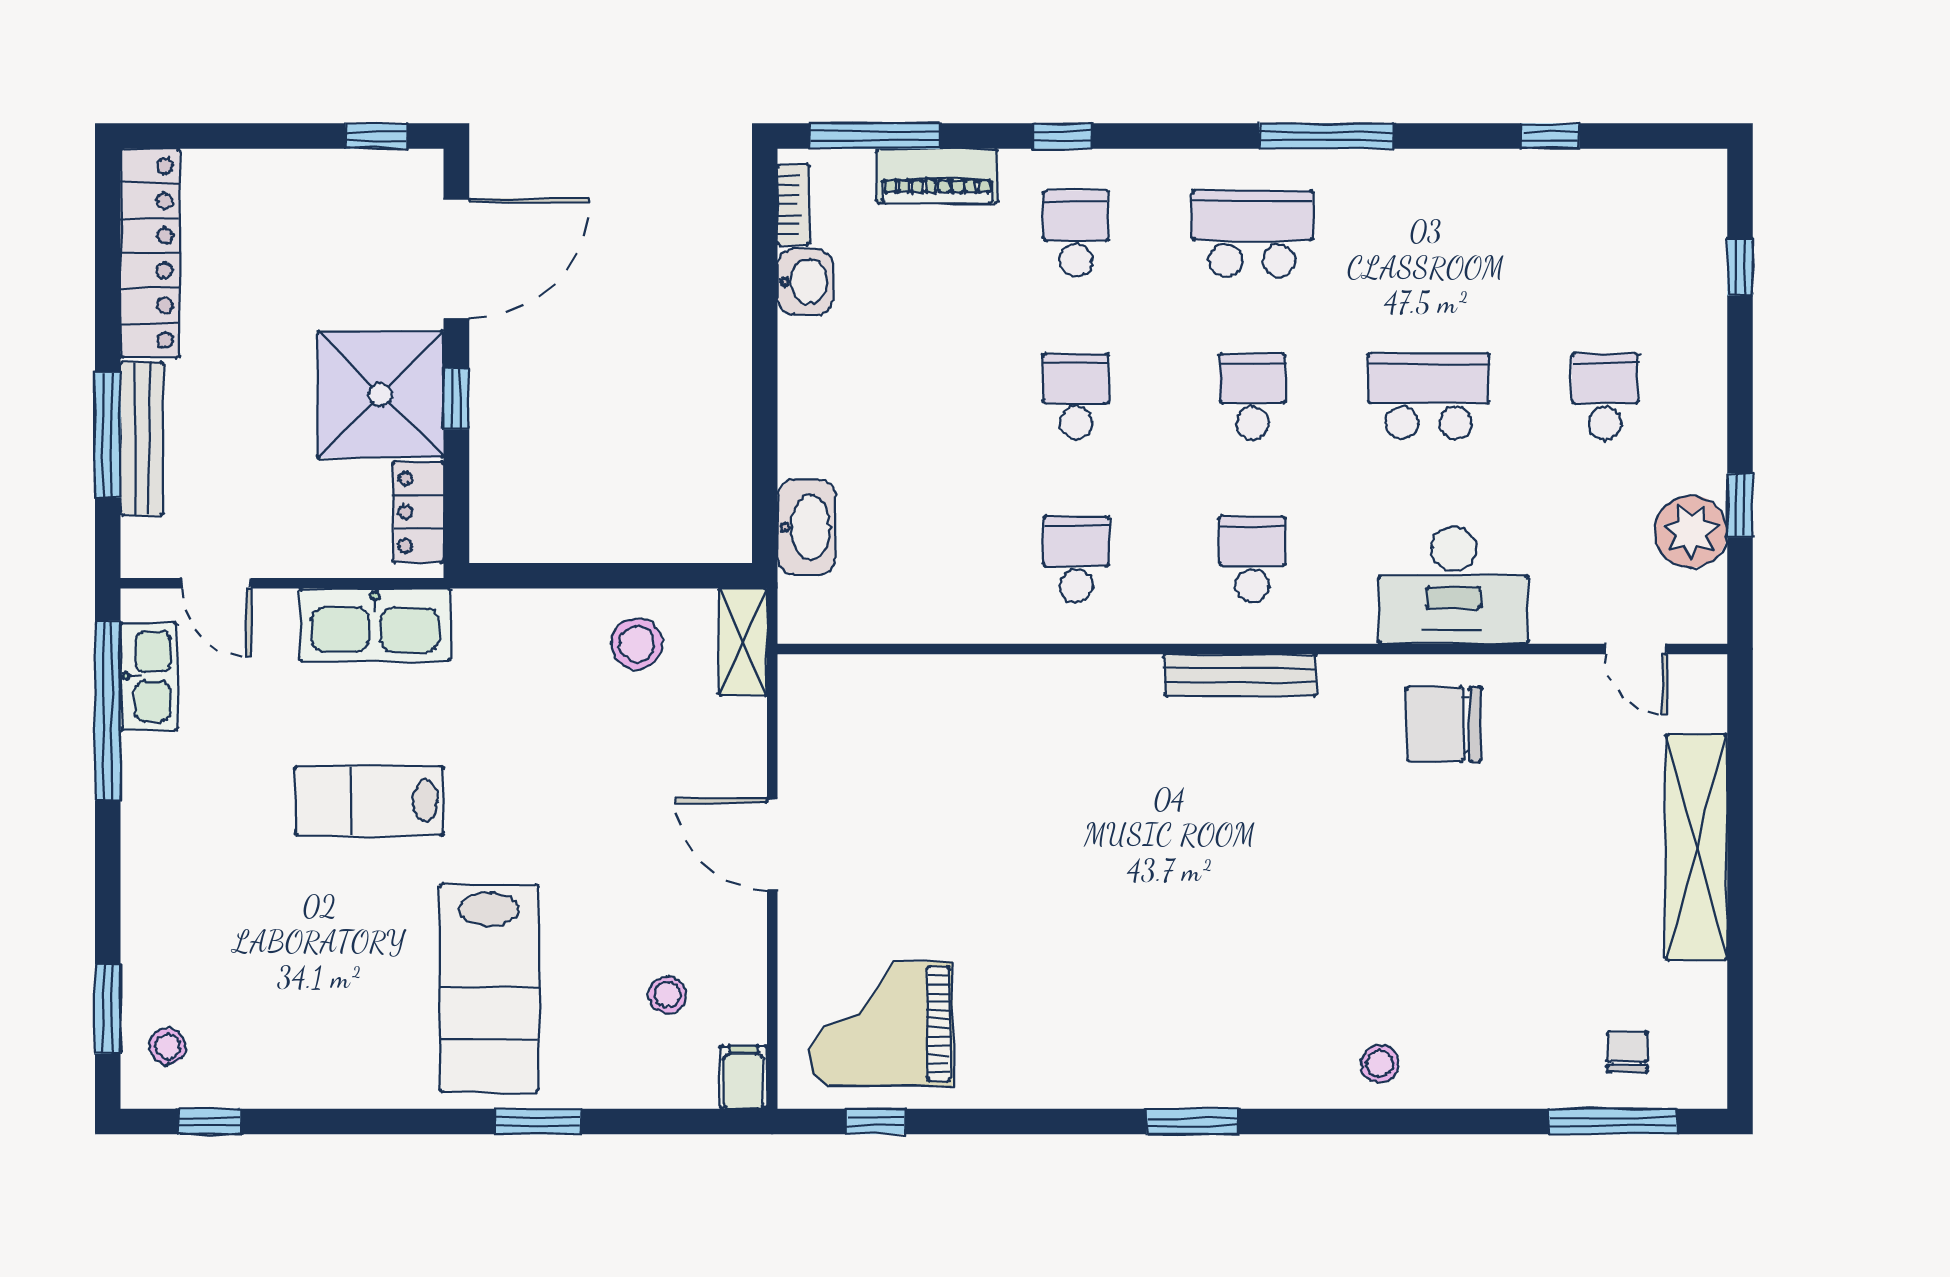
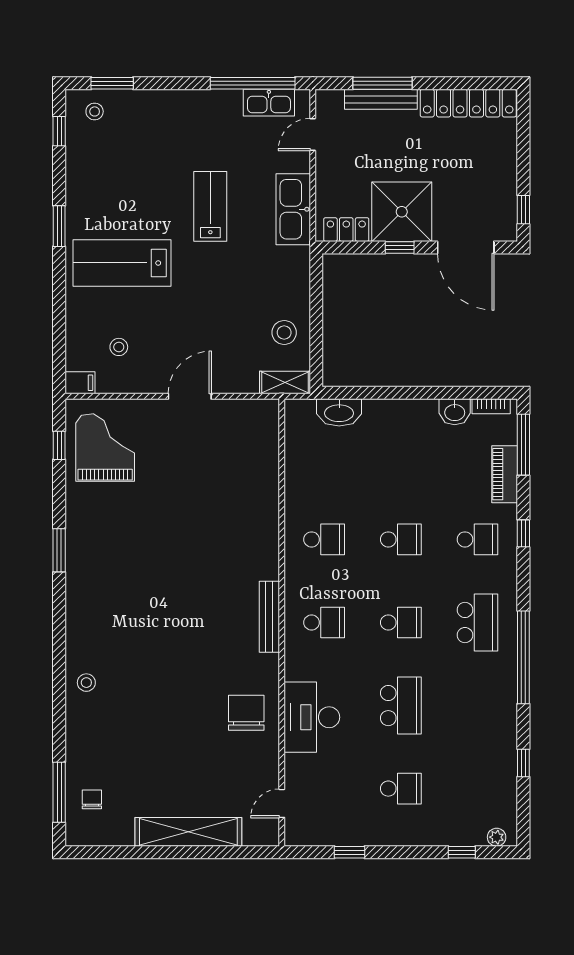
window: (1326, 136) -> (523, 657), width x1.46
plant: (1691, 532) -> (497, 837), moved, width x0.53, depth x0.53
chair: (1628, 1052) -> (92, 799), turned -90
window: (538, 1121) -> (59, 226), moved
window: (1193, 1121) -> (59, 550), moved

